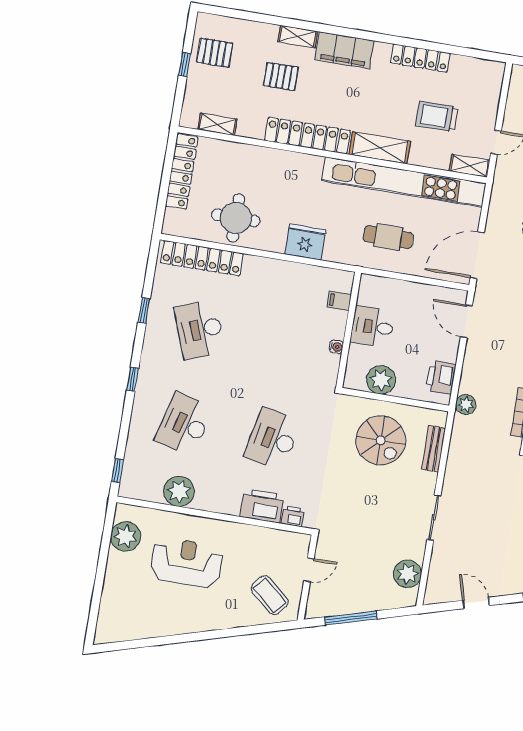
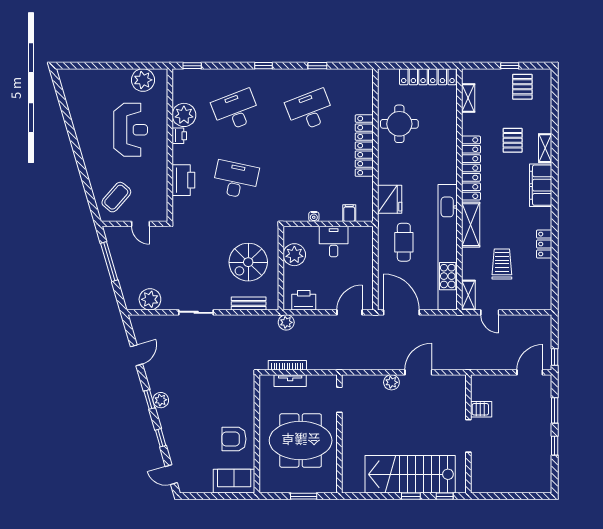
locker: (420, 58) -> (544, 244), width x0.66
fridge: (305, 242) -> (390, 199), moved
locker: (202, 258) -> (364, 146), moved
desk: (184, 424) -> (236, 110), turned -36
printer: (293, 516) -> (179, 136), moved

